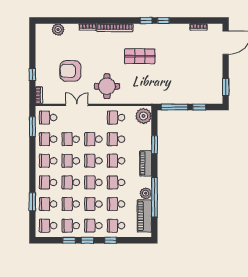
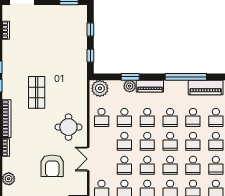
window: (175, 107) -> (90, 56), width x0.46
plant: (146, 193) -> (130, 86), moved

